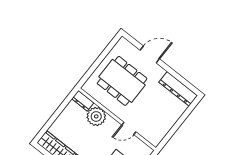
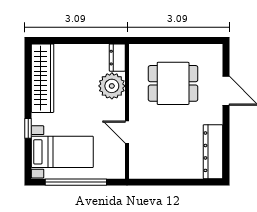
dining table: (122, 81) -> (173, 83), width x0.73

